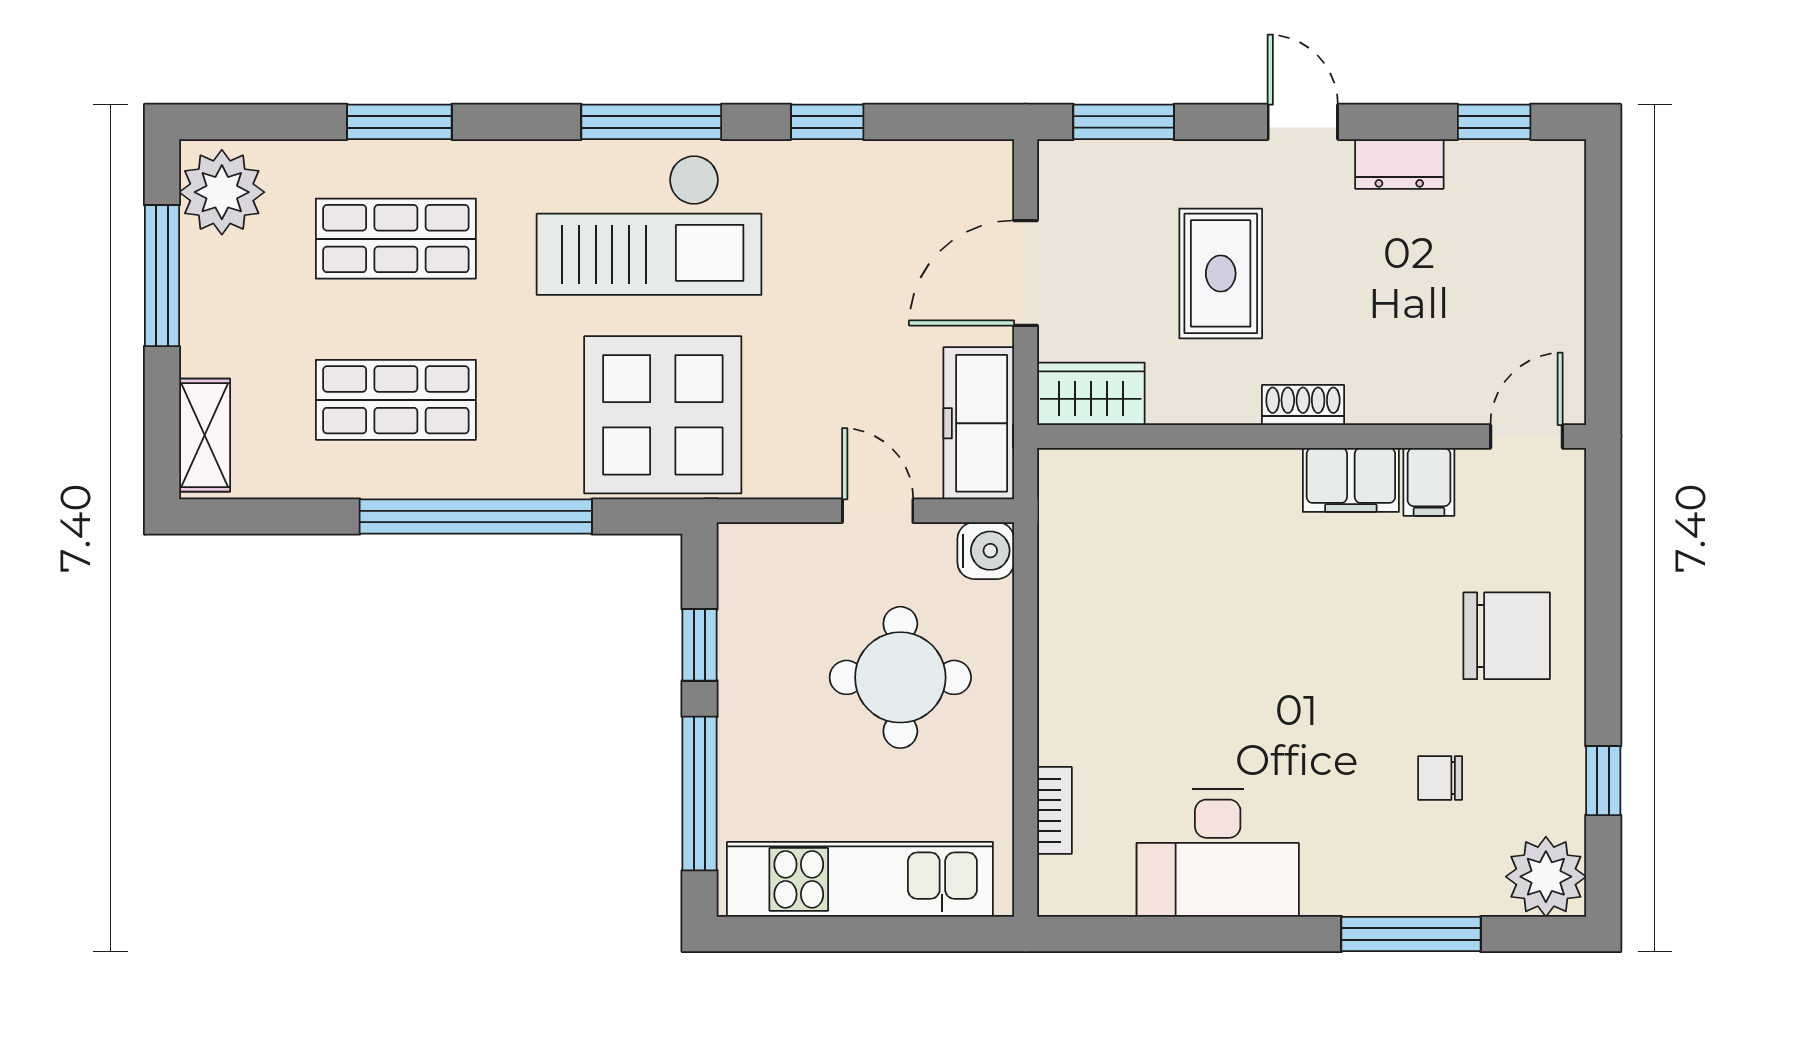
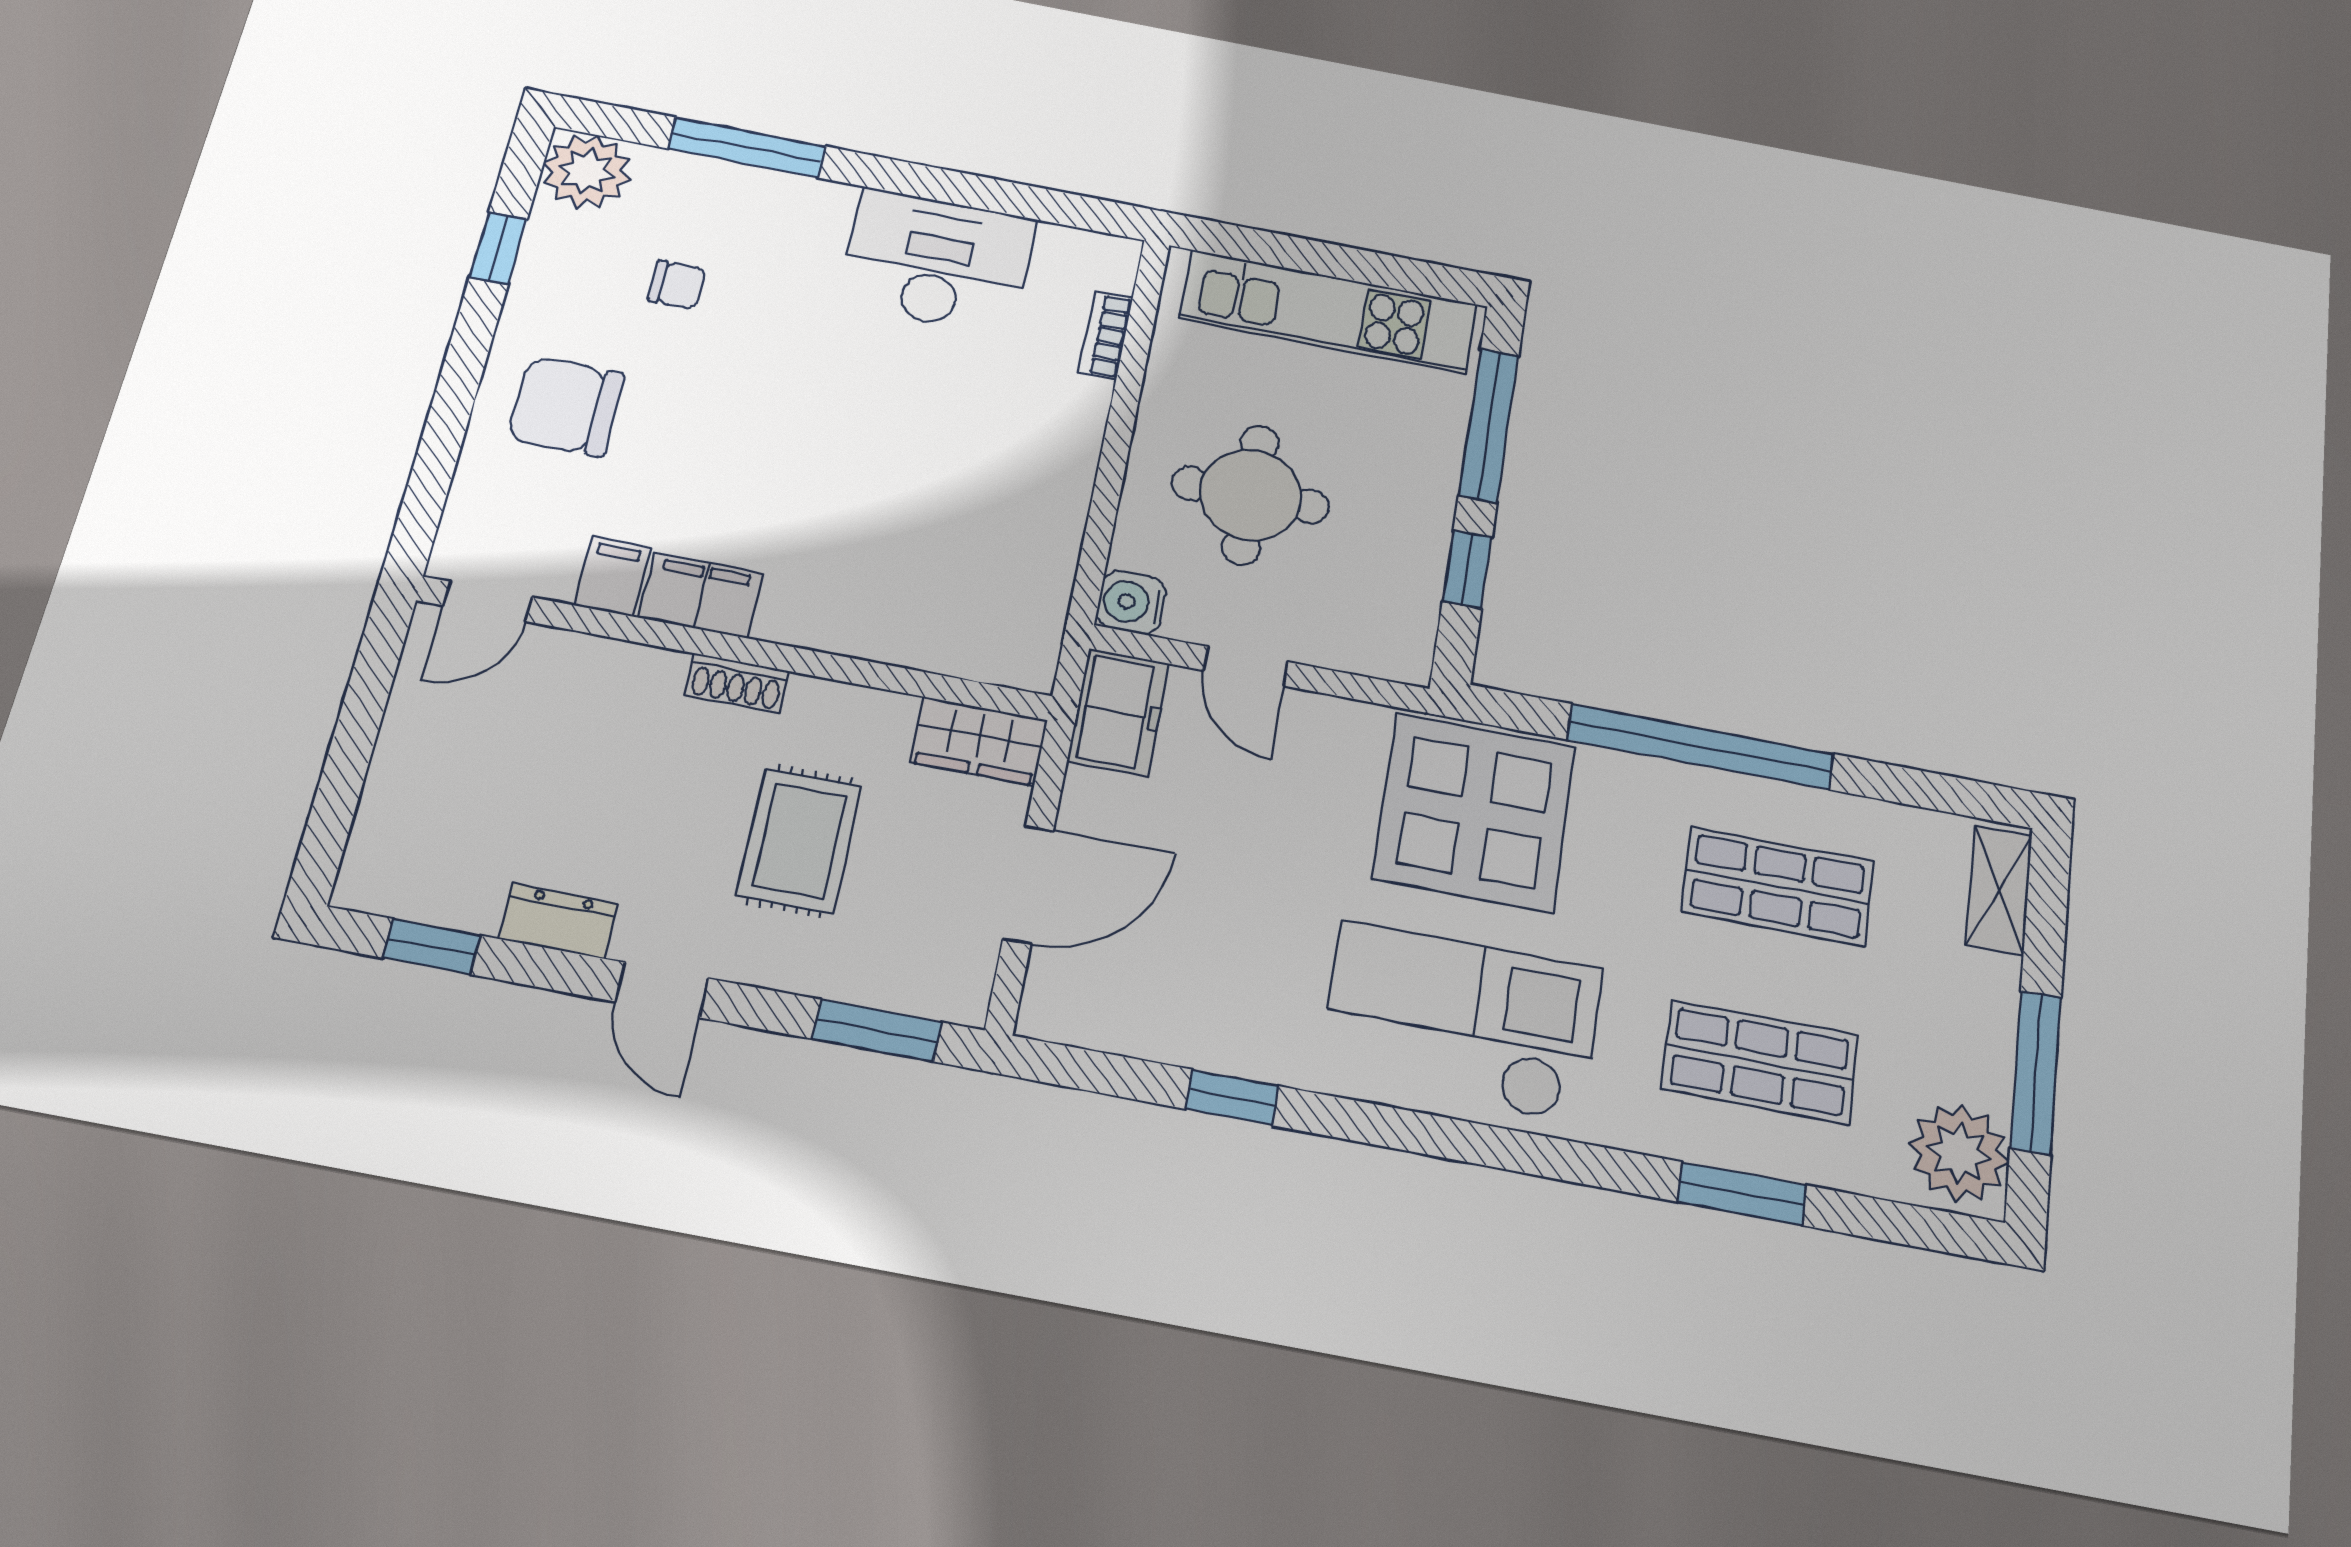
window: (651, 122) -> (1442, 1137), removed
freezer: (979, 423) -> (1118, 712), width x0.71

